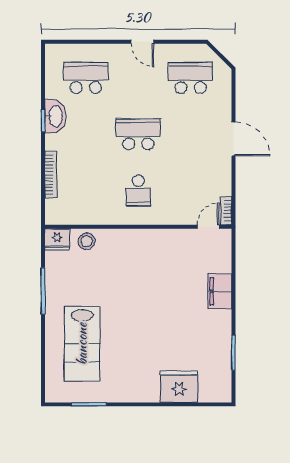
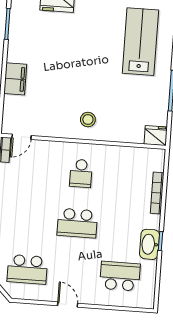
school desk: (86, 78) -> (120, 276), turned 180
school desk: (138, 190) -> (81, 173), turned 180
stool: (87, 241) -> (88, 120), moved

